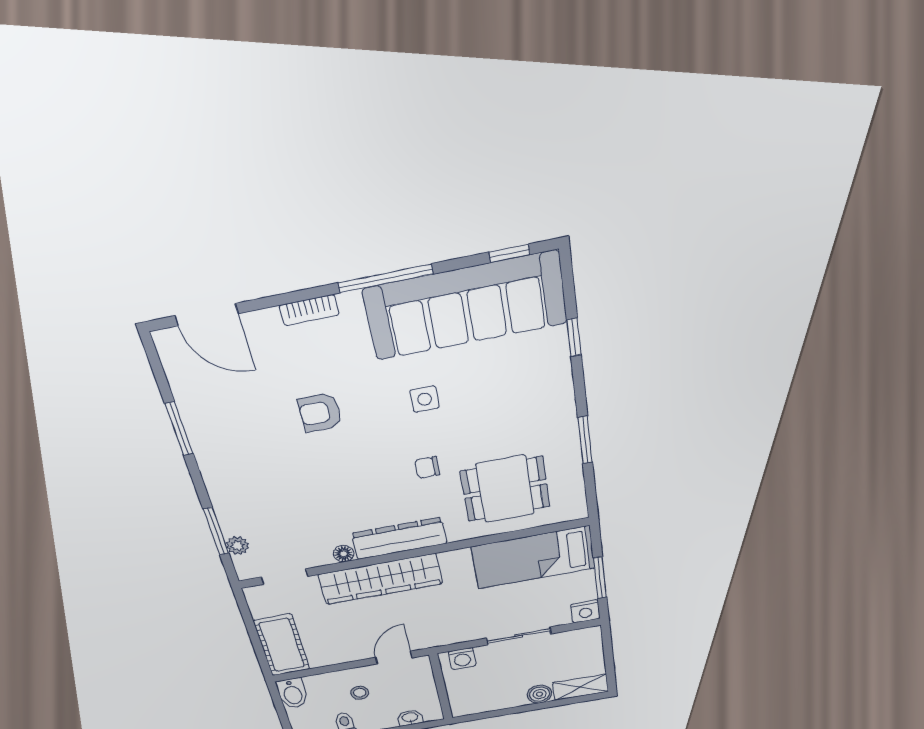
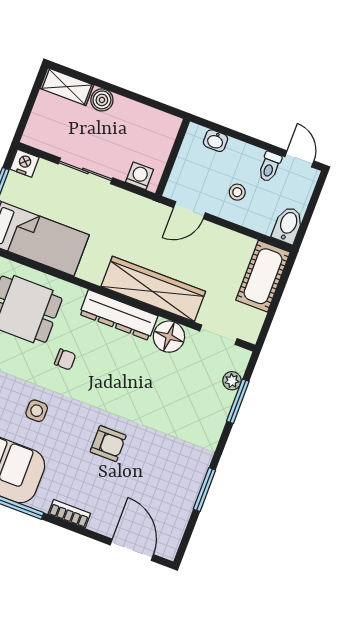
floor lamp: (344, 554) -> (169, 337), width x1.89, depth x1.89

